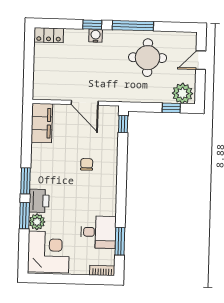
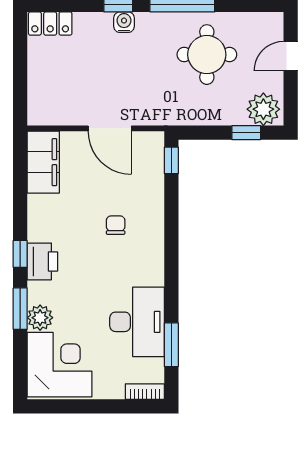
window: (26, 181) -> (20, 254), width x0.67
printer: (39, 201) -> (42, 261), moved
desk: (98, 232) -> (137, 322), width x1.37

